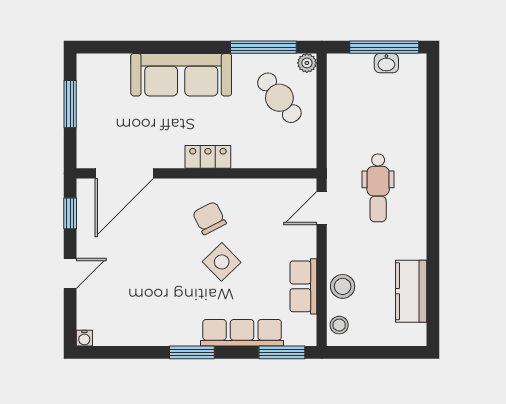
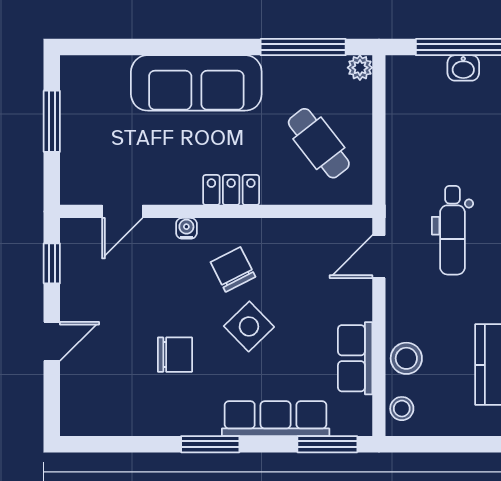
cafe table: (279, 98) -> (319, 143), moved
door: (124, 173) -> (122, 211), width x0.53
chair: (165, 284) -> (175, 355), added
water cooler: (84, 338) -> (186, 228), moved, turned 180

